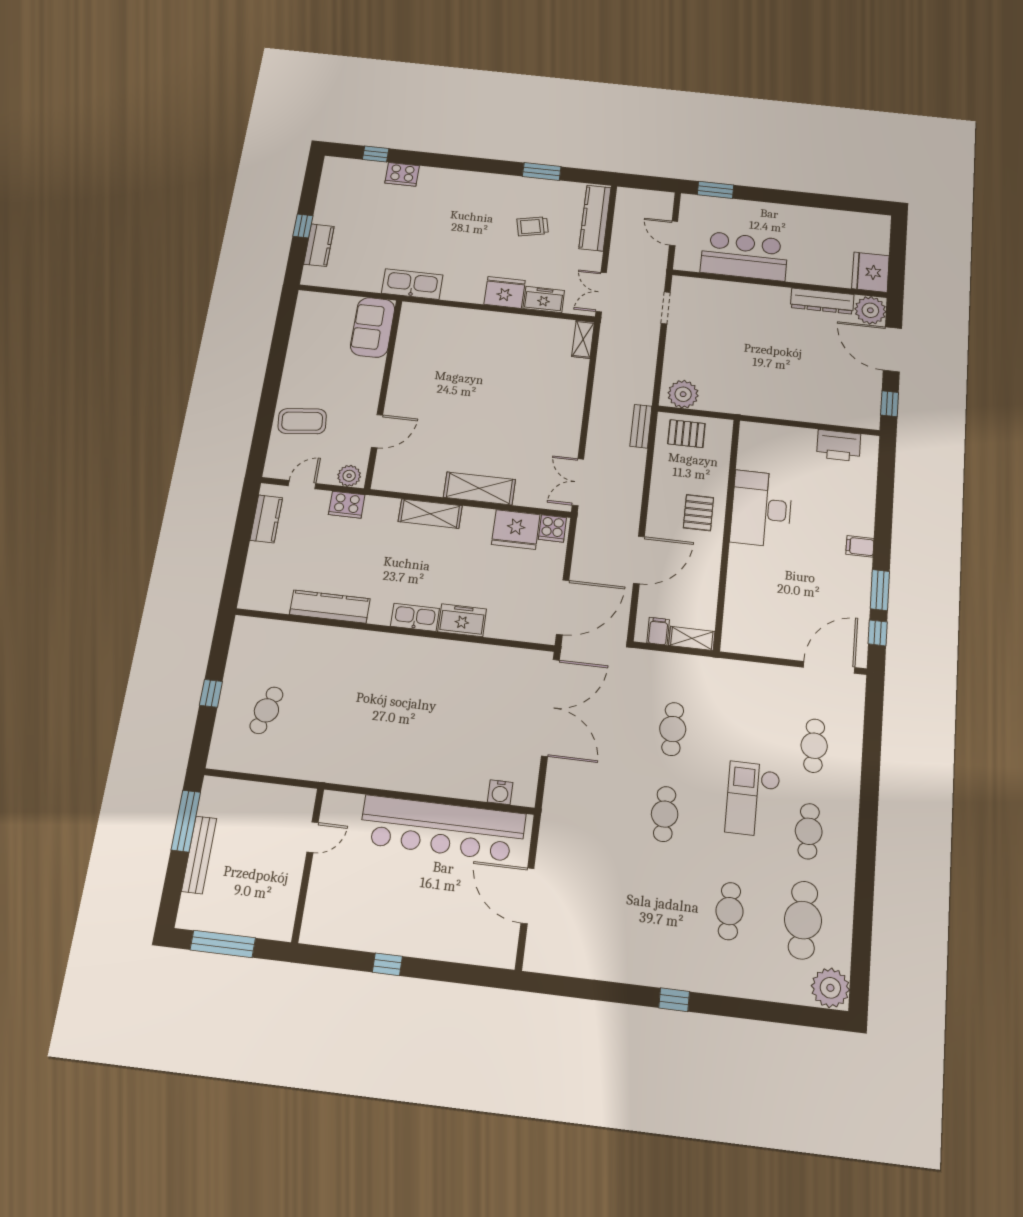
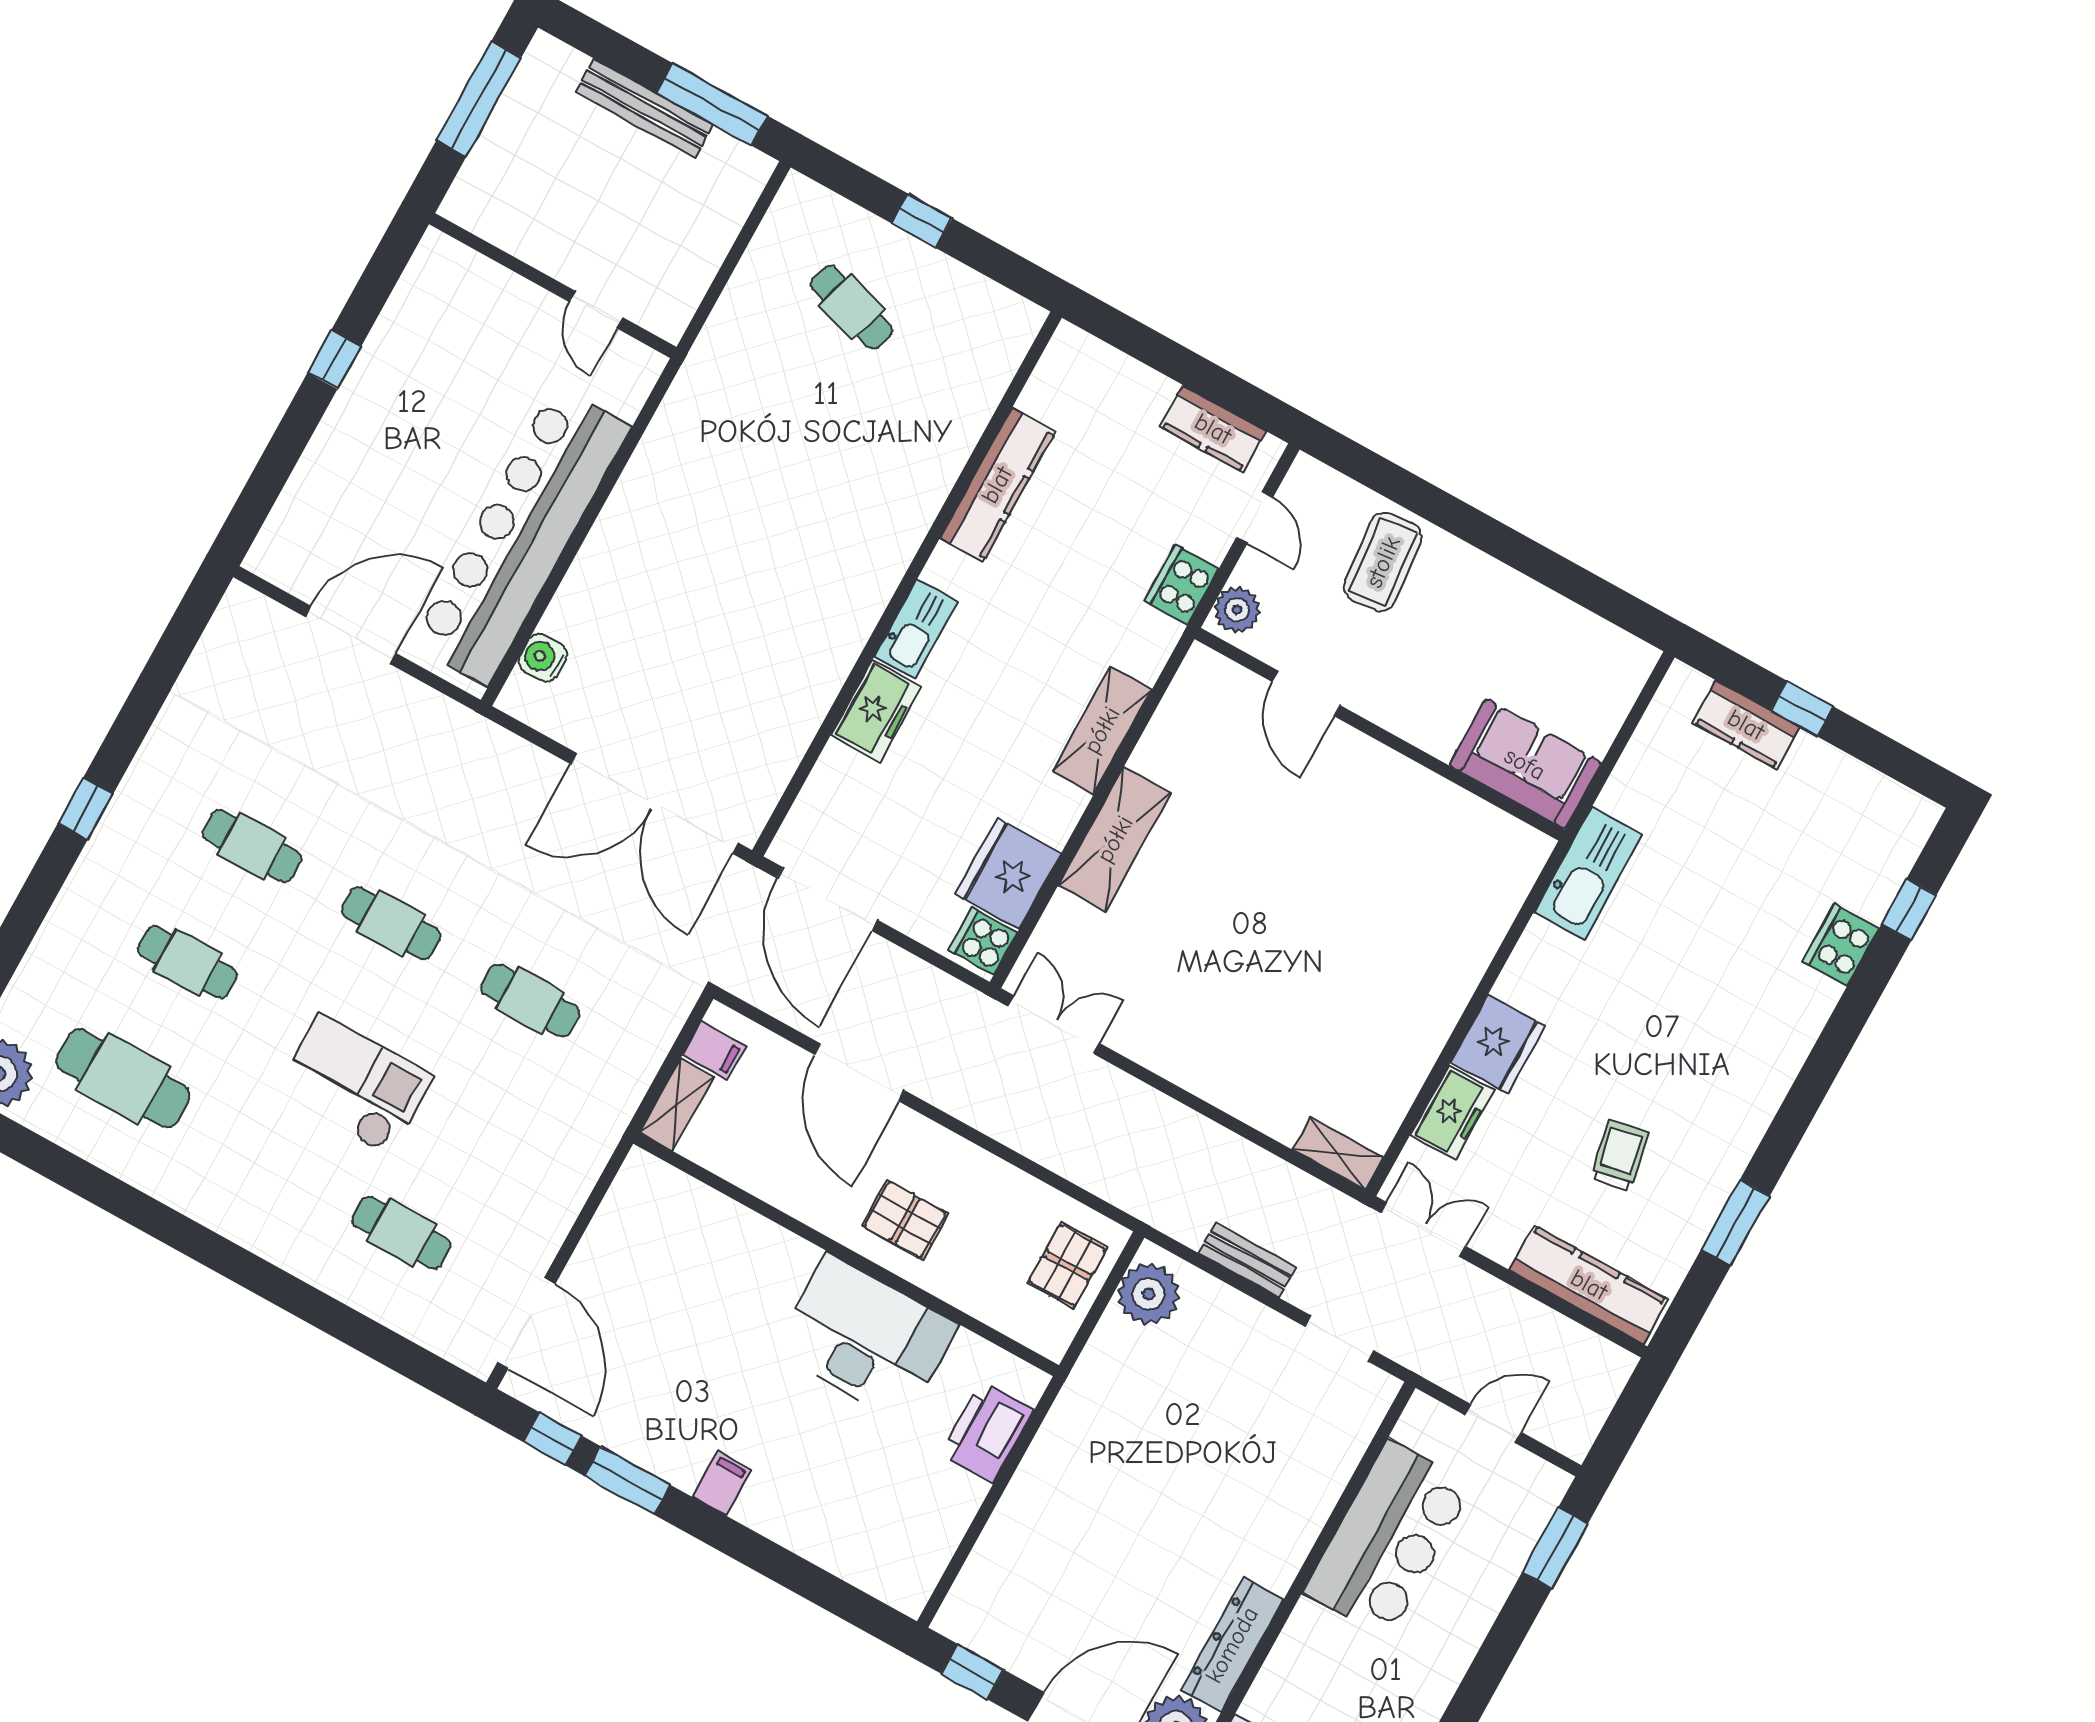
bench: (641, 426) -> (1247, 1260), moved
printer: (839, 446) -> (987, 1432), moved
cafe table: (809, 831) -> (252, 846), moved

